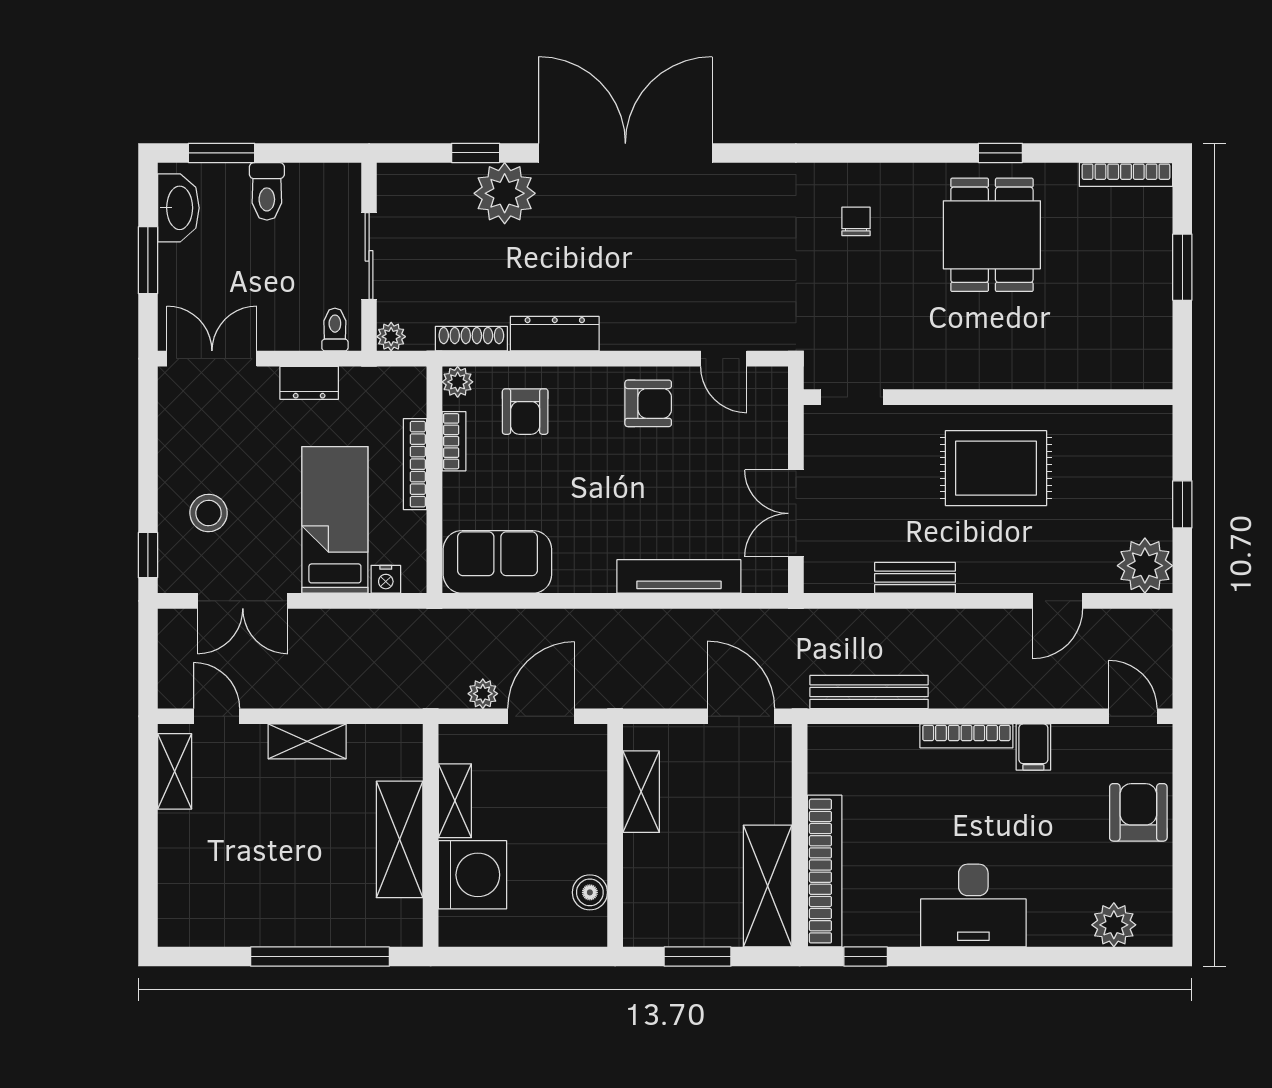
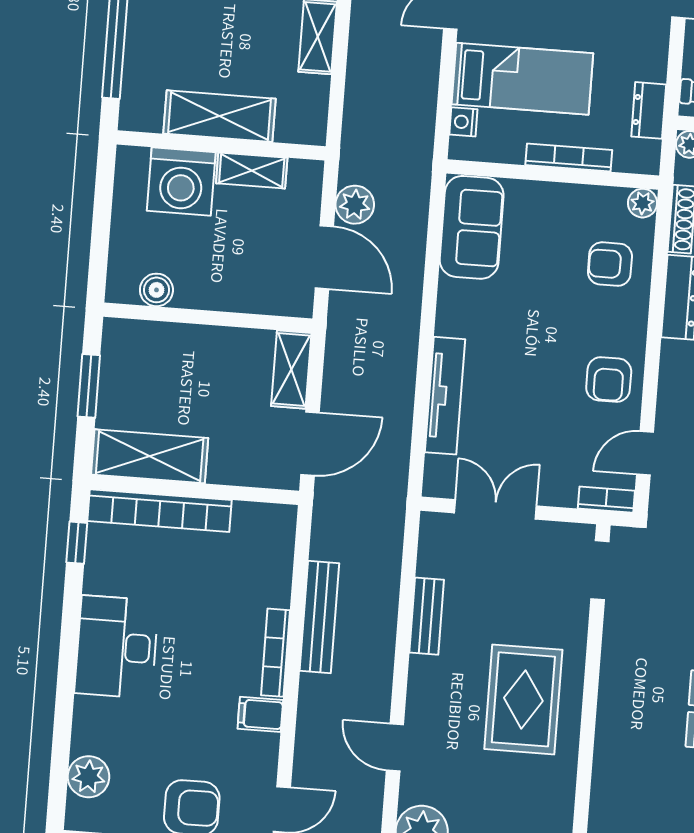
dresser: (309, 383) -> (649, 110), moved
bookcase: (454, 441) -> (606, 500), moved, turned 180
bench: (869, 692) -> (319, 617), moved
plant: (483, 694) -> (355, 205), width x1.38, depth x1.38
shelving: (641, 792) -> (291, 369), moved, turned 90

